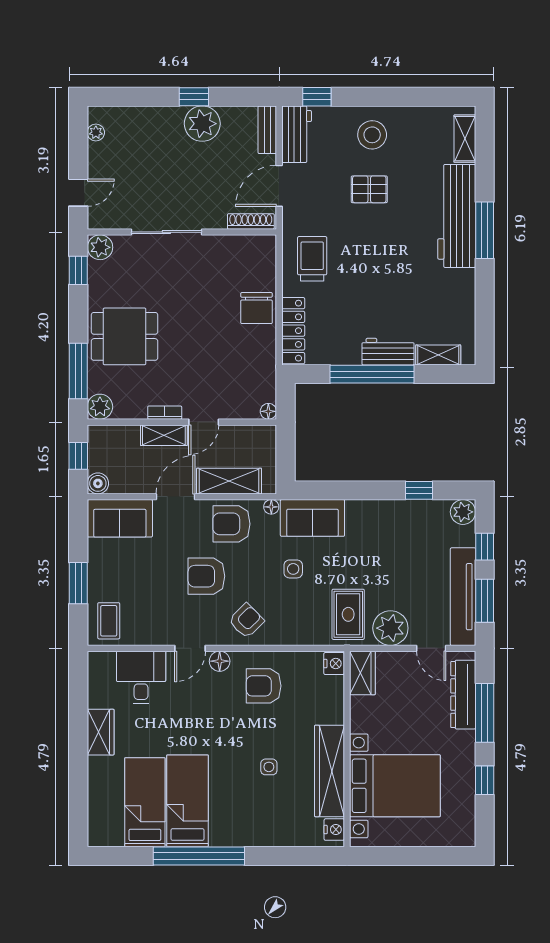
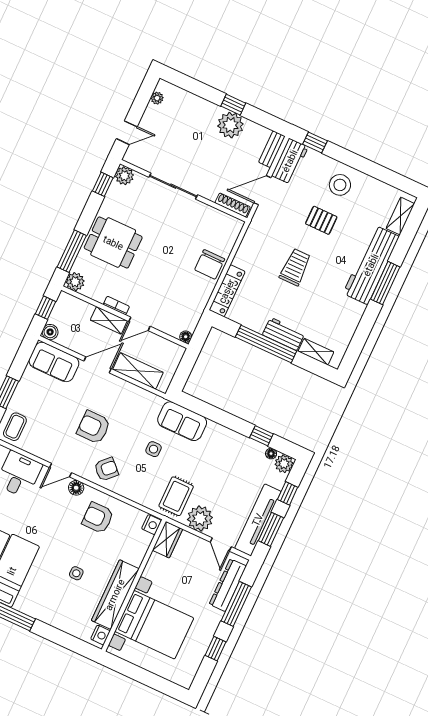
trolley: (312, 259) -> (295, 267), moved
floor lamp: (271, 507) -> (271, 454), moved
armchair: (231, 524) -> (126, 400), removed

